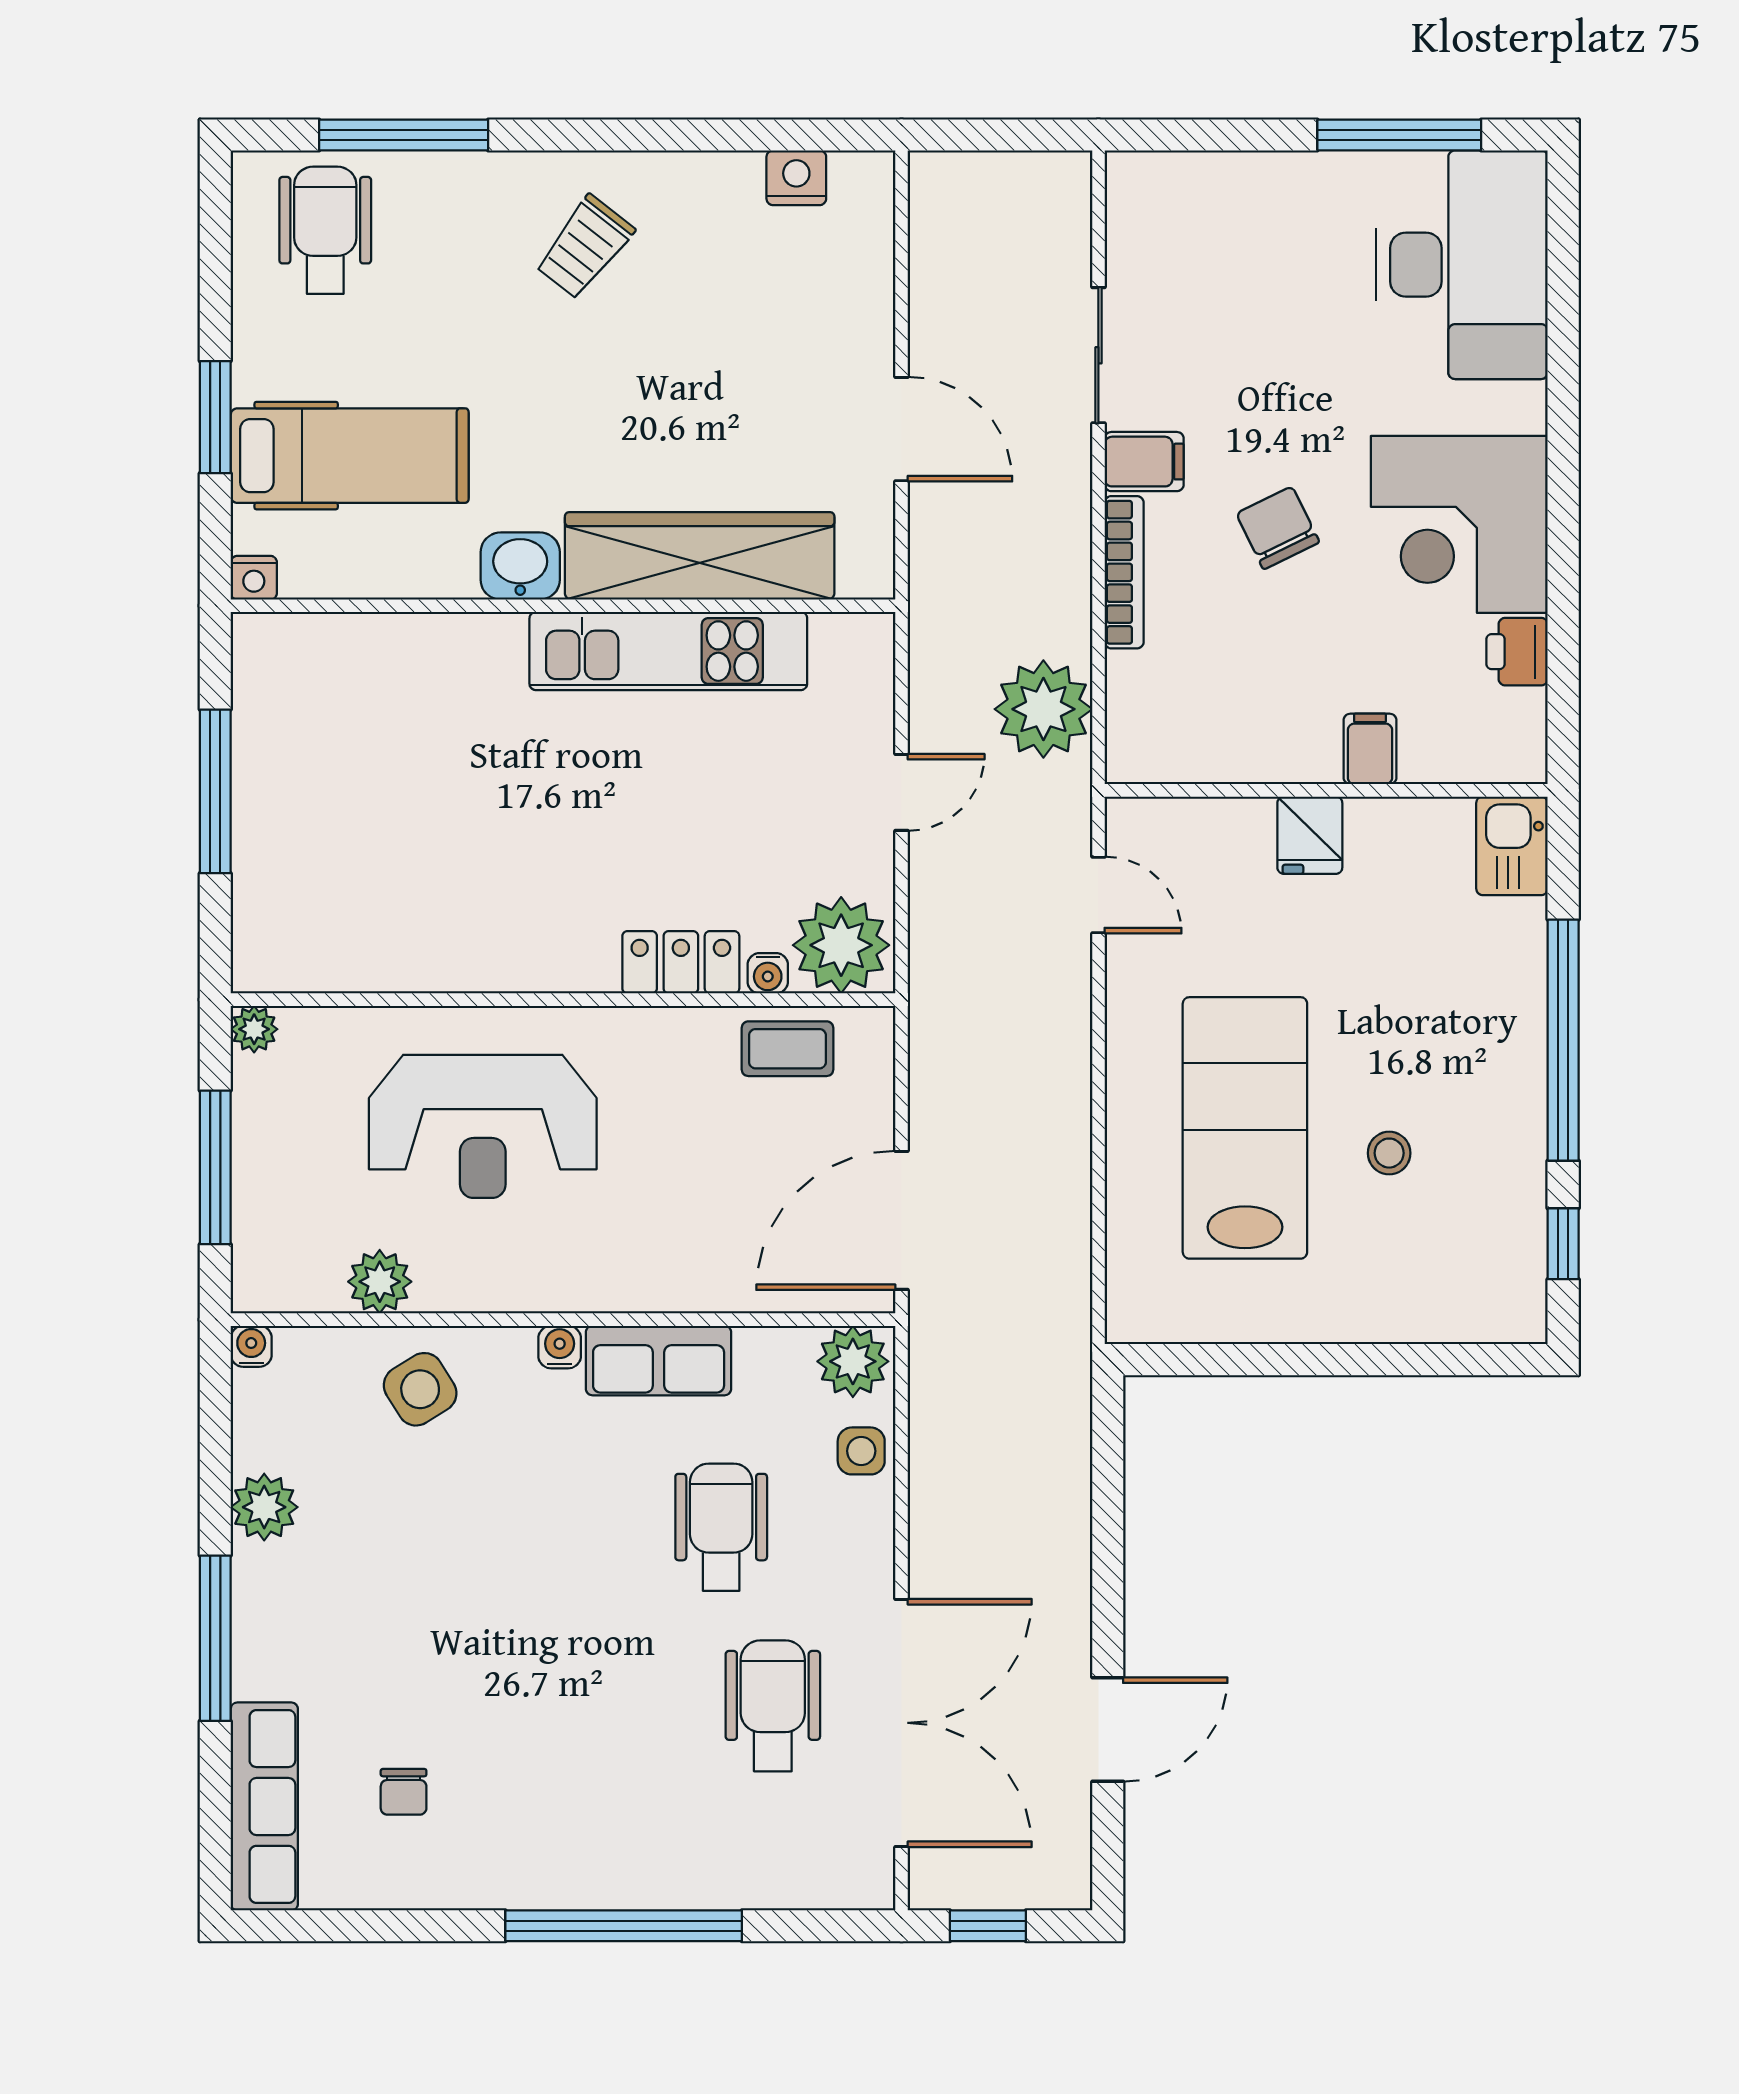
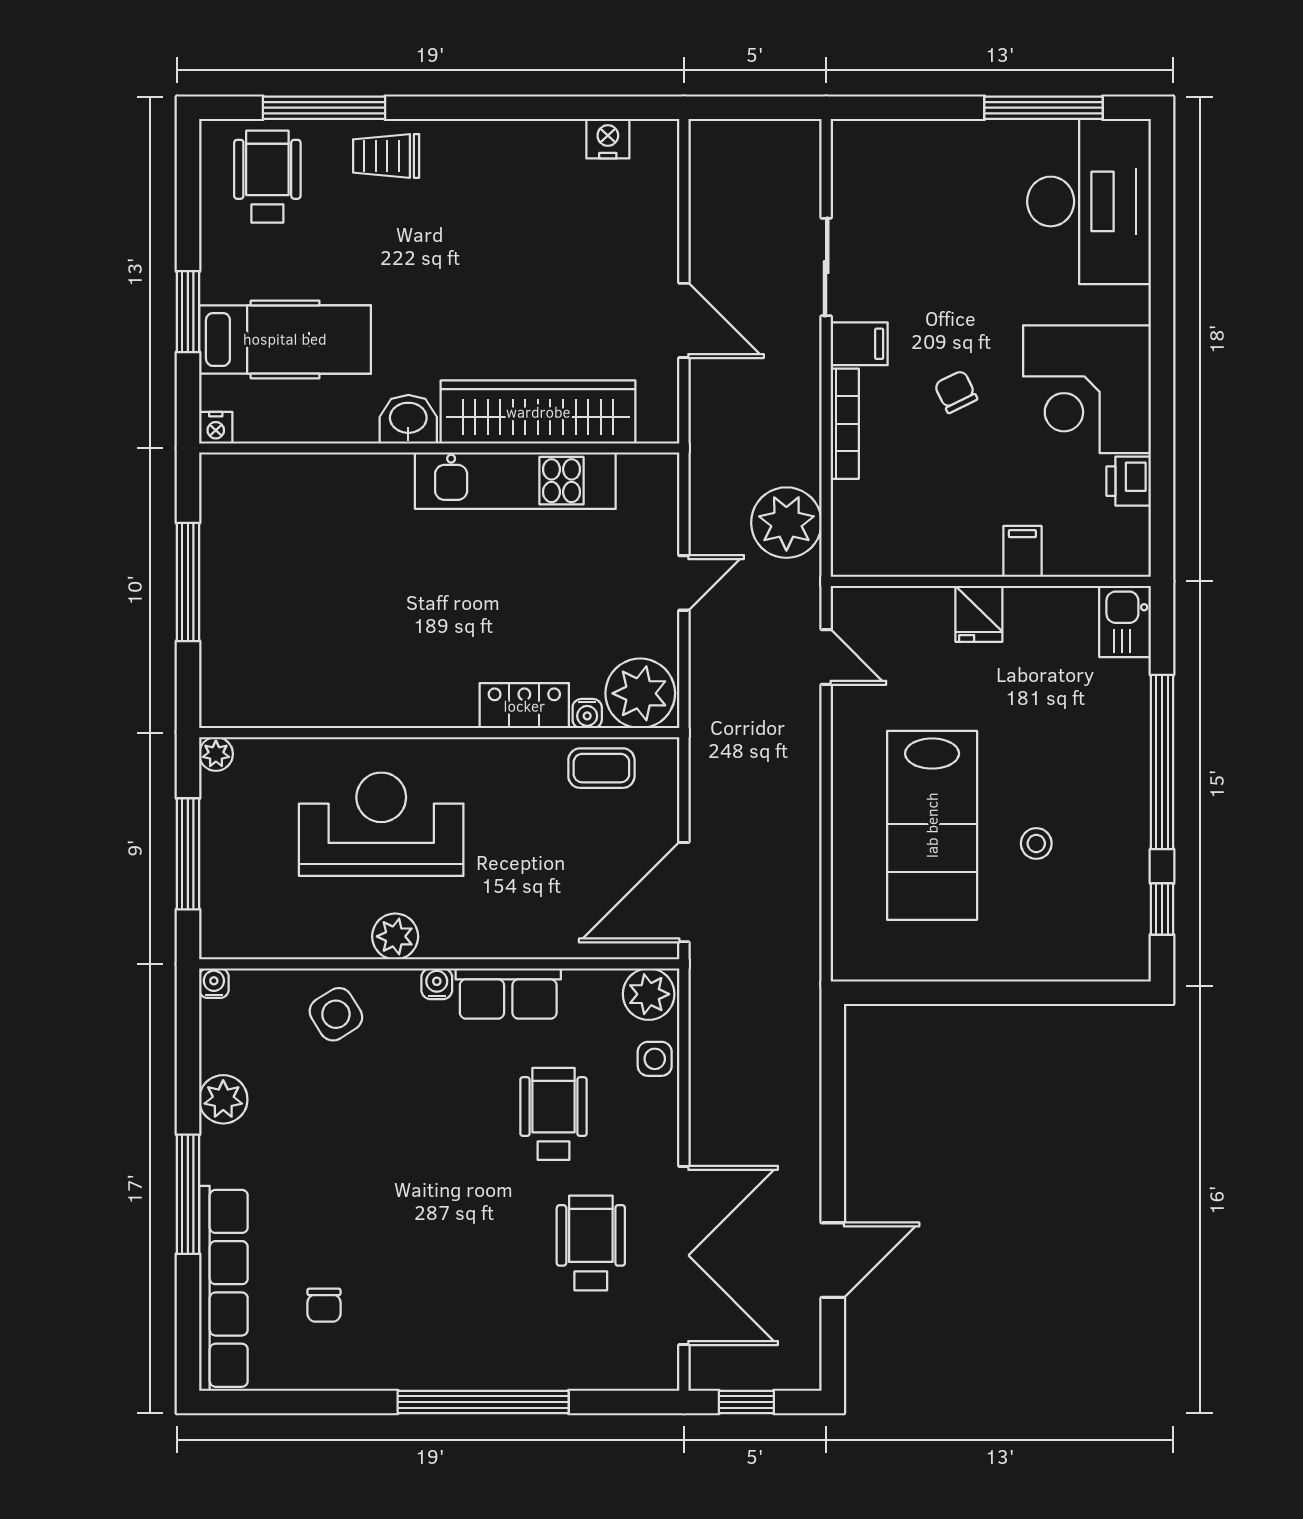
trolley: (585, 247) -> (386, 156), moved, turned 52
chair: (1278, 528) -> (956, 392), width x0.73, depth x0.73
reception desk: (483, 1126) -> (381, 824), turned 180
lab bench: (1245, 1128) -> (932, 825), turned 180
plant: (380, 1282) -> (395, 936), moved
row of seats: (264, 1806) -> (223, 1288), width x1.36

